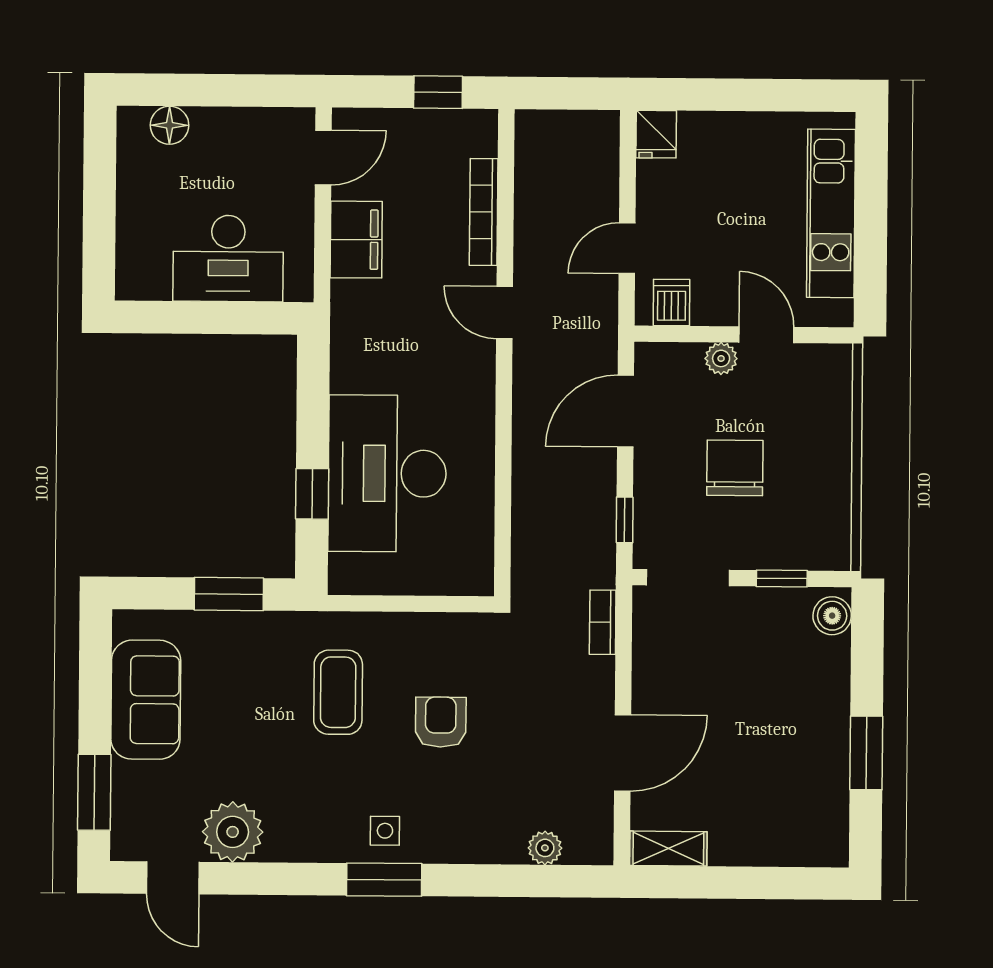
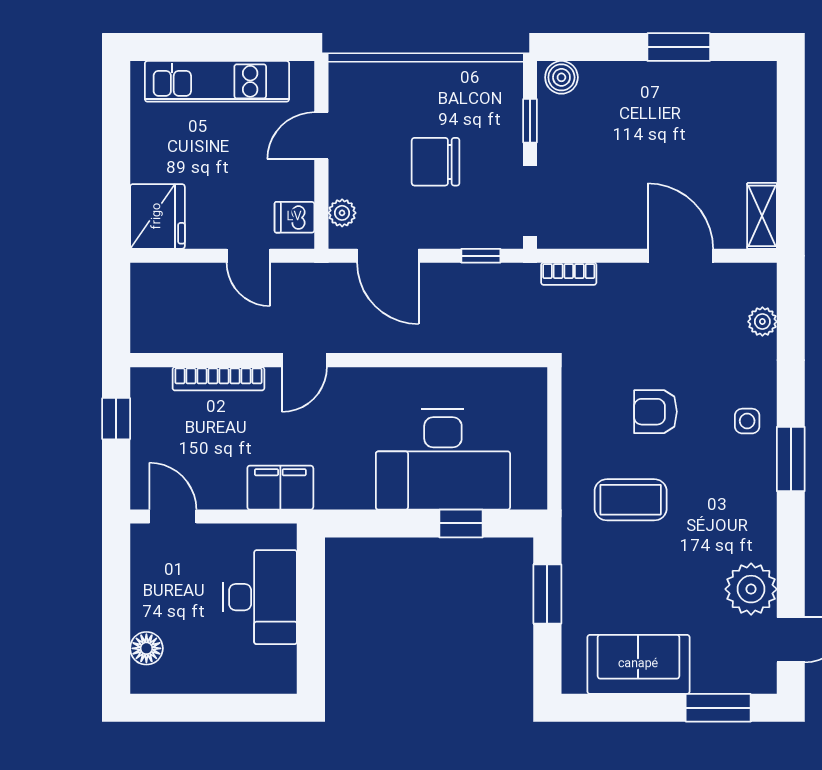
fridge: (656, 134) -> (157, 216), width x1.88, depth x1.34
filing cabinet: (356, 240) -> (280, 488), moved
plant: (721, 358) -> (342, 213), moved
side table: (385, 831) -> (747, 421), moved

